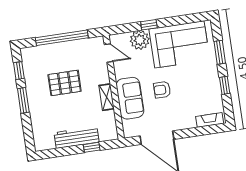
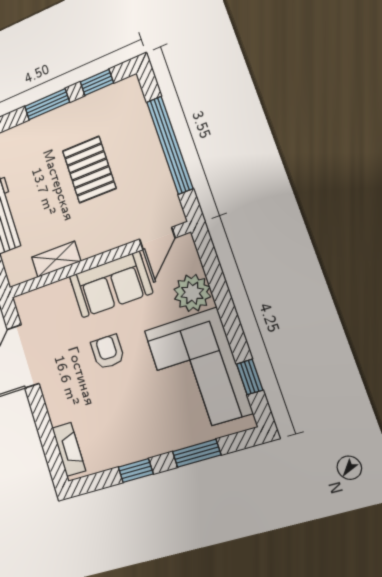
window: (149, 25) -> (250, 377), moved
shelving: (107, 97) -> (56, 259), moved
sofa: (130, 98) -> (111, 284), moved

